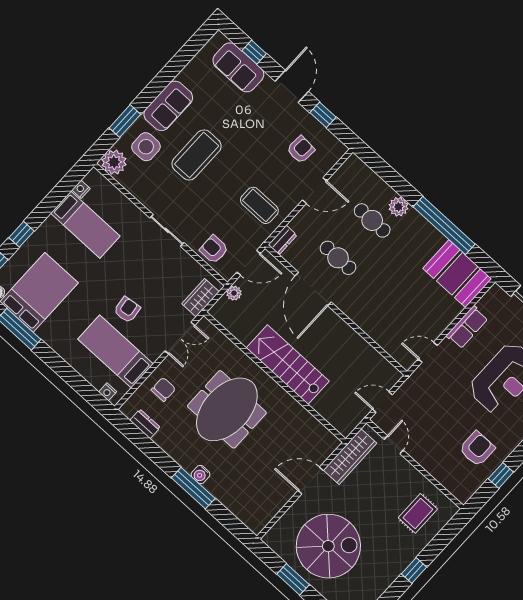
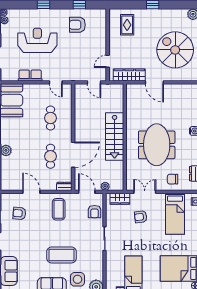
cafe table: (372, 220) -> (51, 118), moved
armchair: (127, 310) -> (141, 217), moved
meeting table: (227, 409) -> (157, 145), turned 90
rug: (418, 513) -> (127, 25), turned 90

